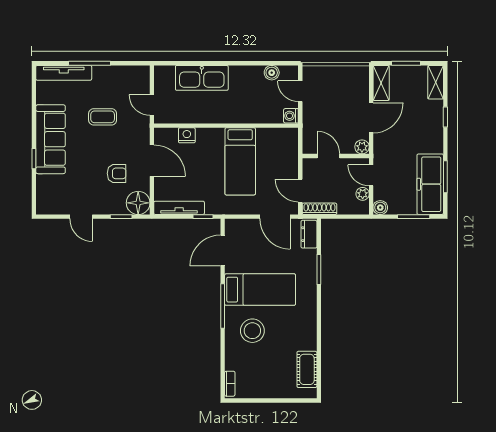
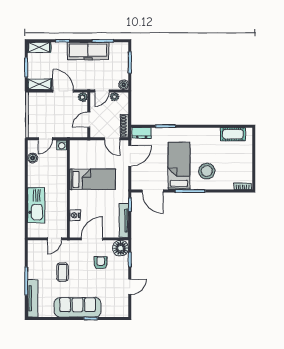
freezer: (430, 184) -> (88, 51), moved
door: (300, 191) -> (112, 139), hinge flipped

